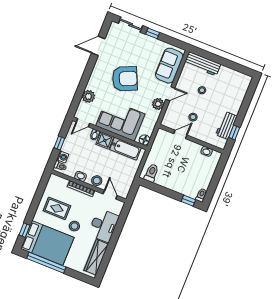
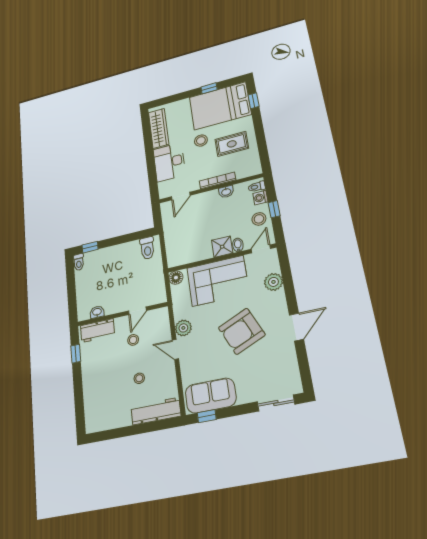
window: (153, 33) -> (207, 416), moved
door: (98, 46) -> (296, 327), moved
sofa: (169, 66) -> (211, 396), moved, turned -90
door: (170, 94) -> (175, 349), hinge flipped
workbench: (226, 125) -> (97, 331), moved, turned 90
bathtub: (125, 149) -> (193, 254), removed
stool: (97, 181) -> (259, 219), moved
door: (110, 195) -> (181, 196), hinge flipped
window: (46, 263) -> (209, 88), width x0.32

